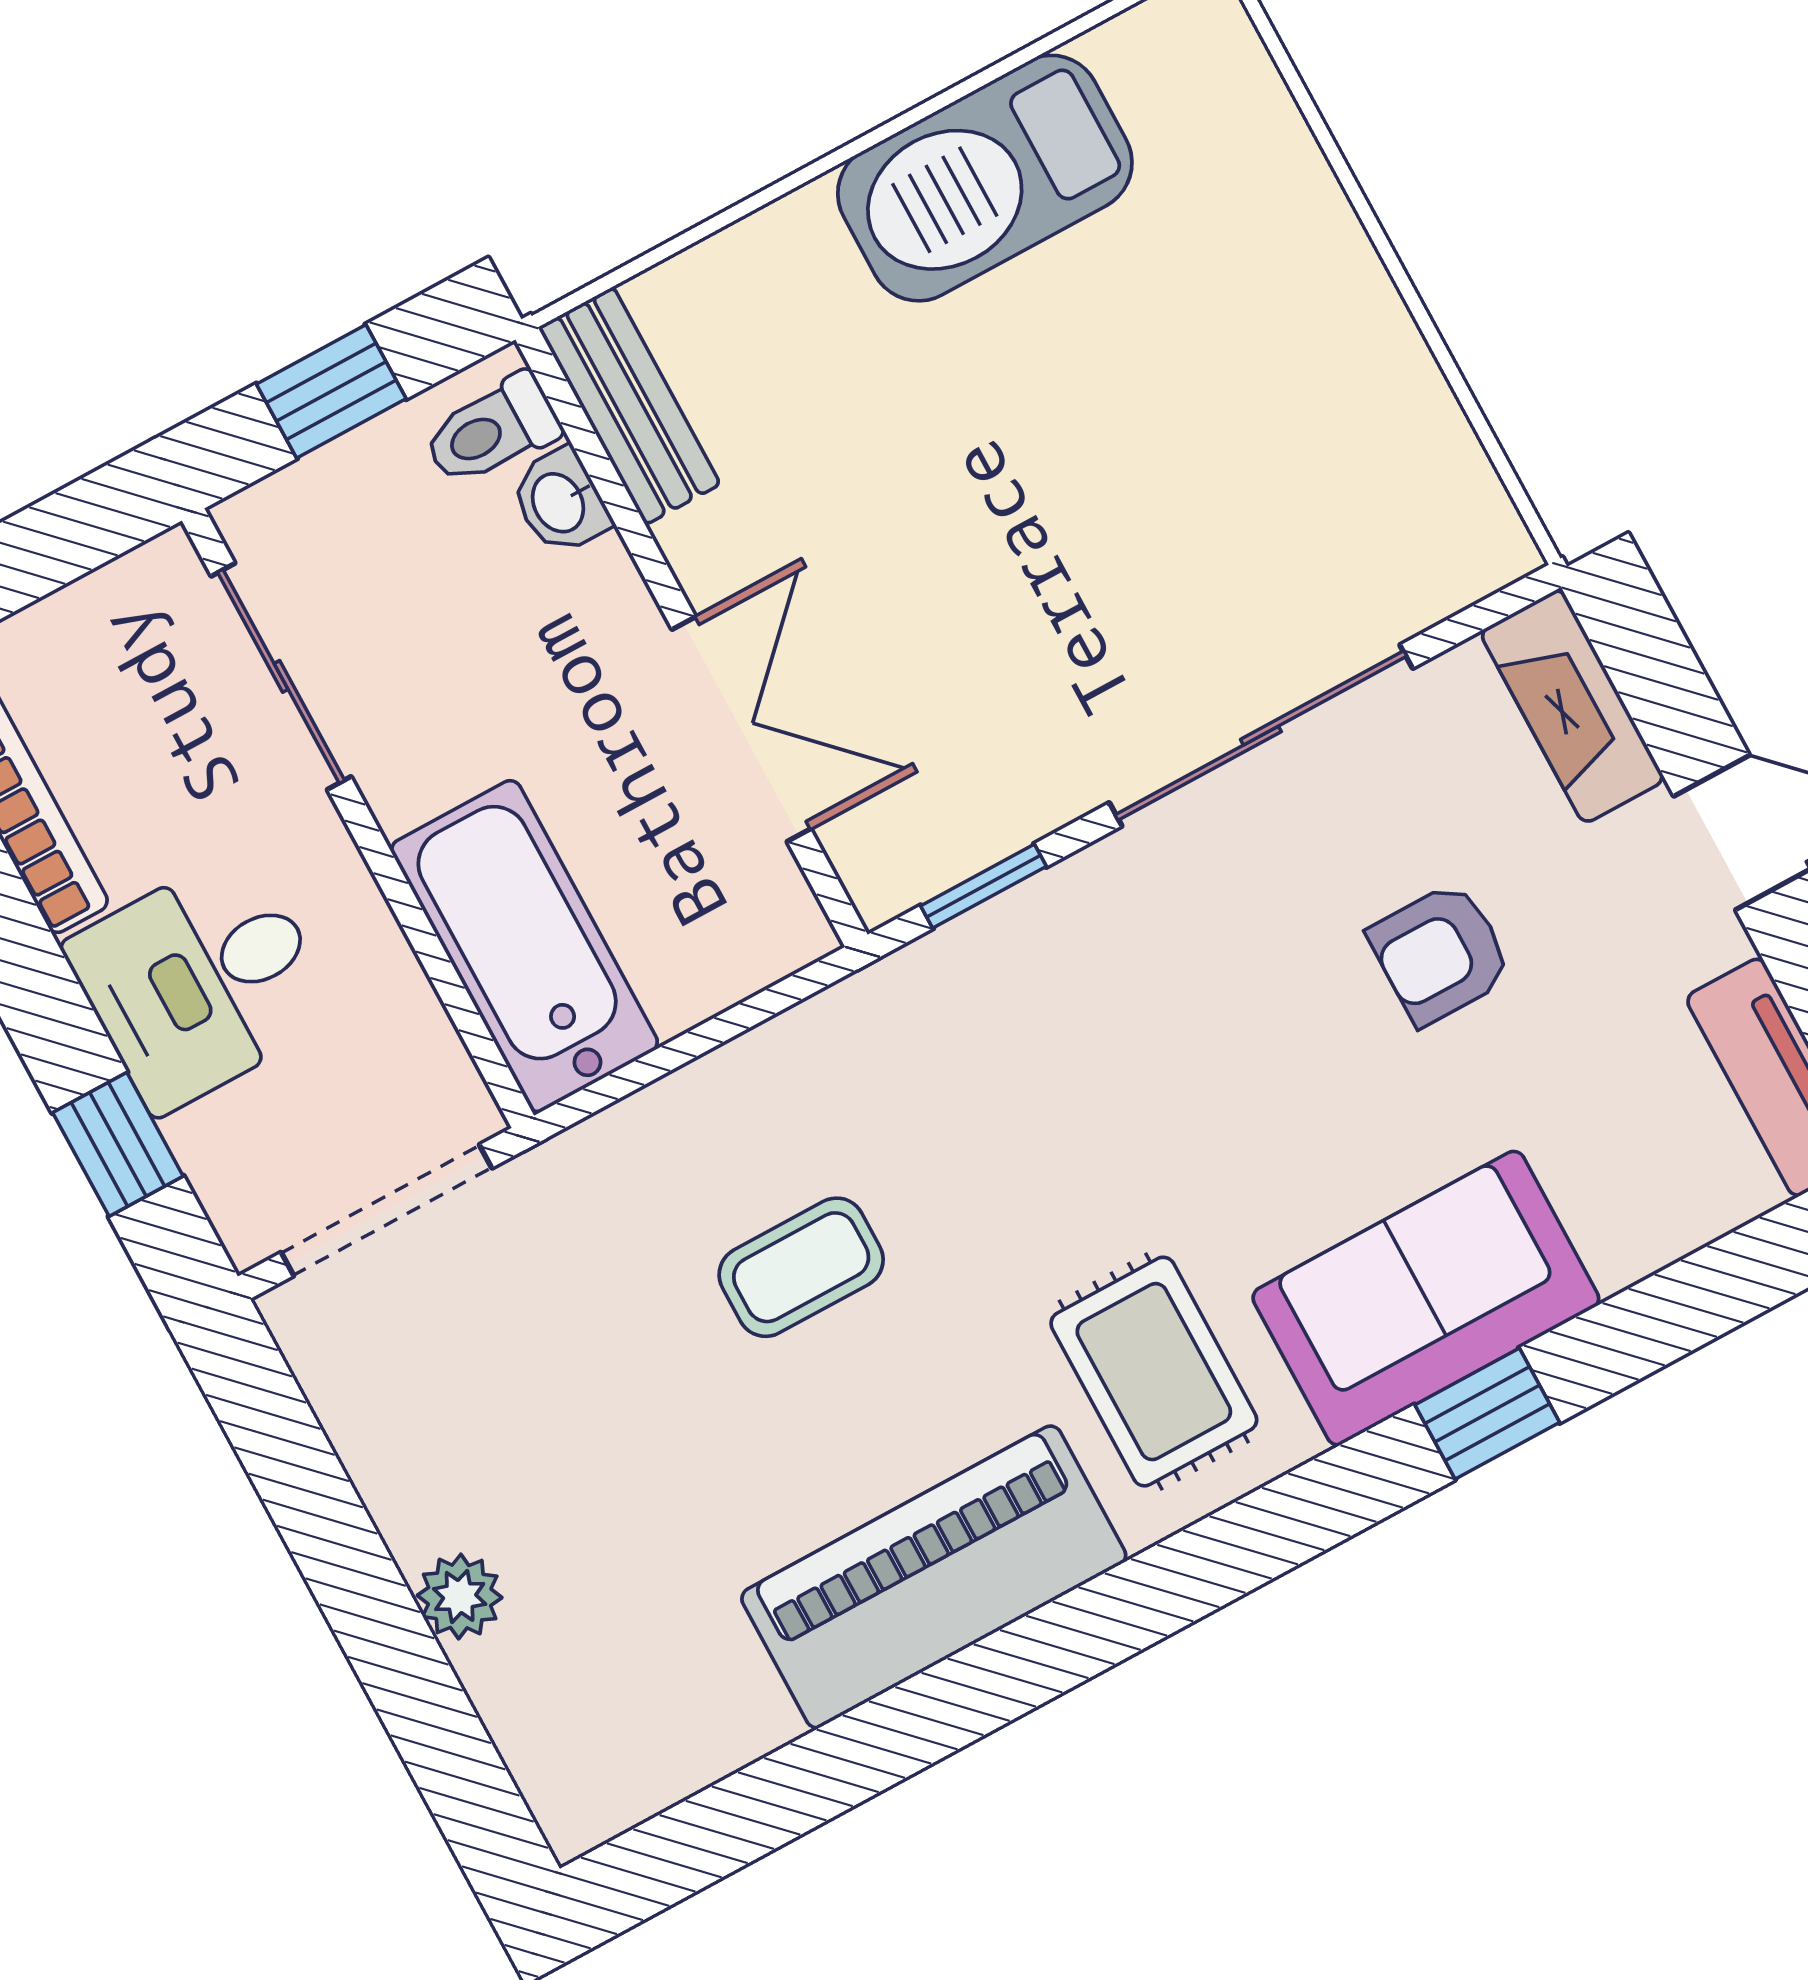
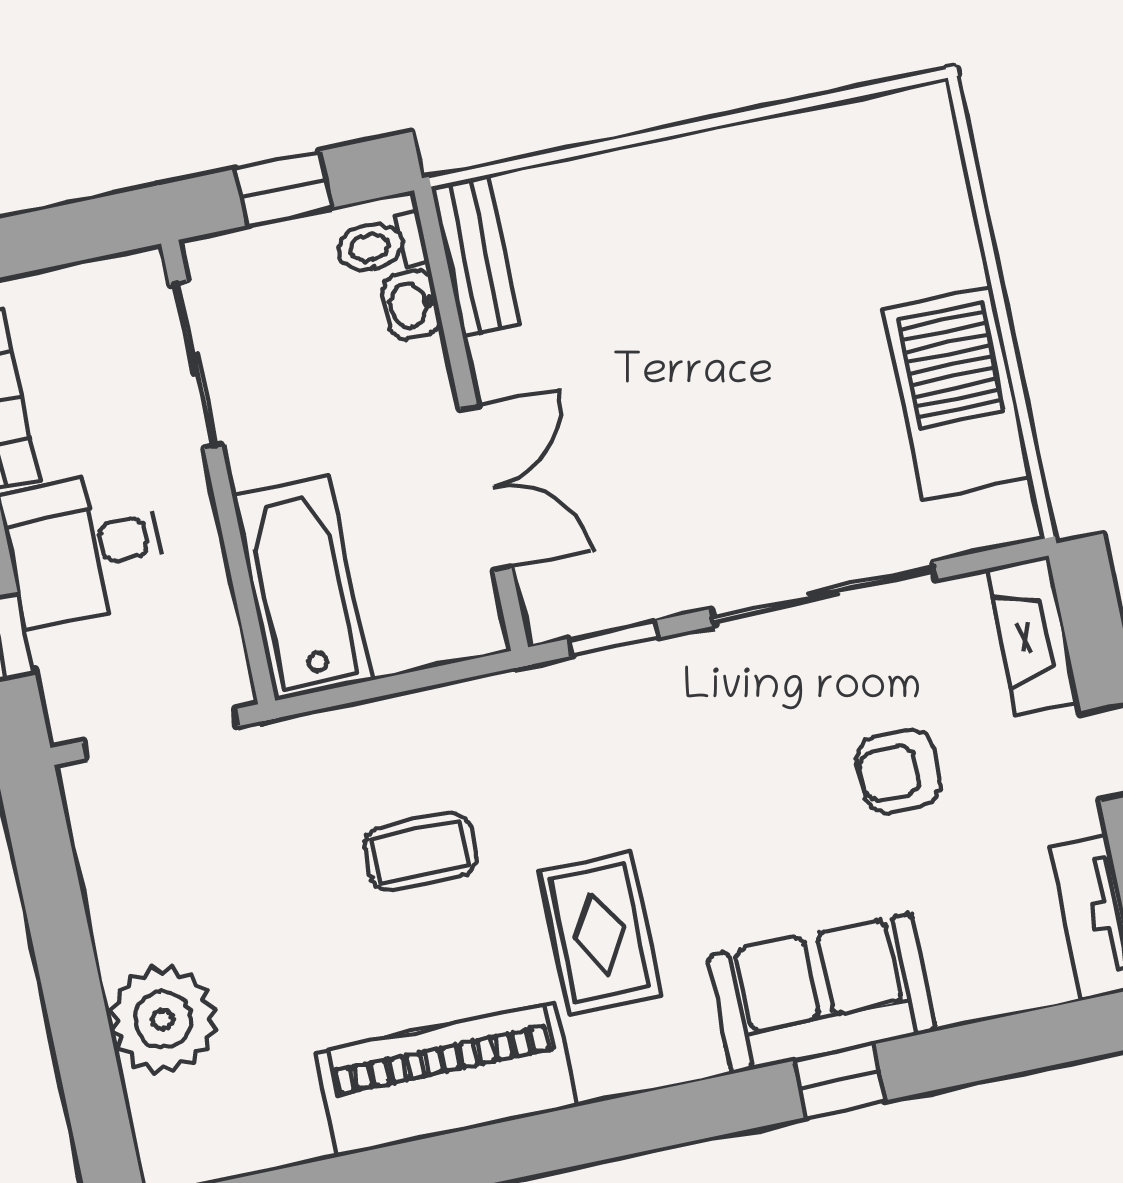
barbecue: (985, 178) -> (957, 393), moved, turned 90
rug: (1154, 1372) -> (600, 933), moved
plant: (460, 1596) -> (163, 1020), width x1.88, depth x1.88

